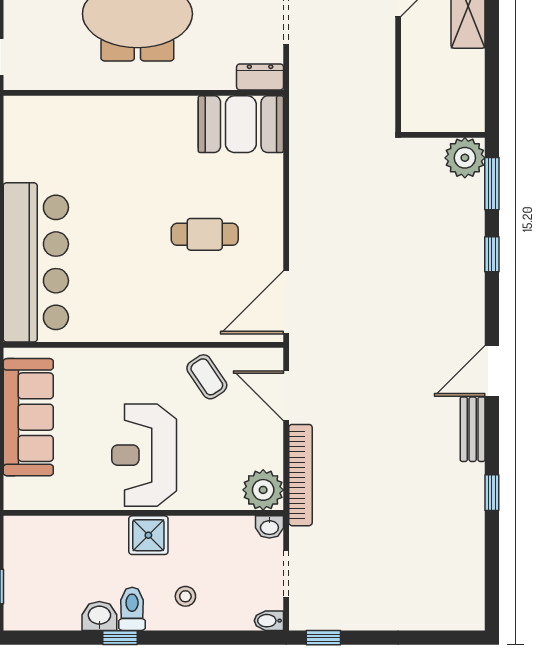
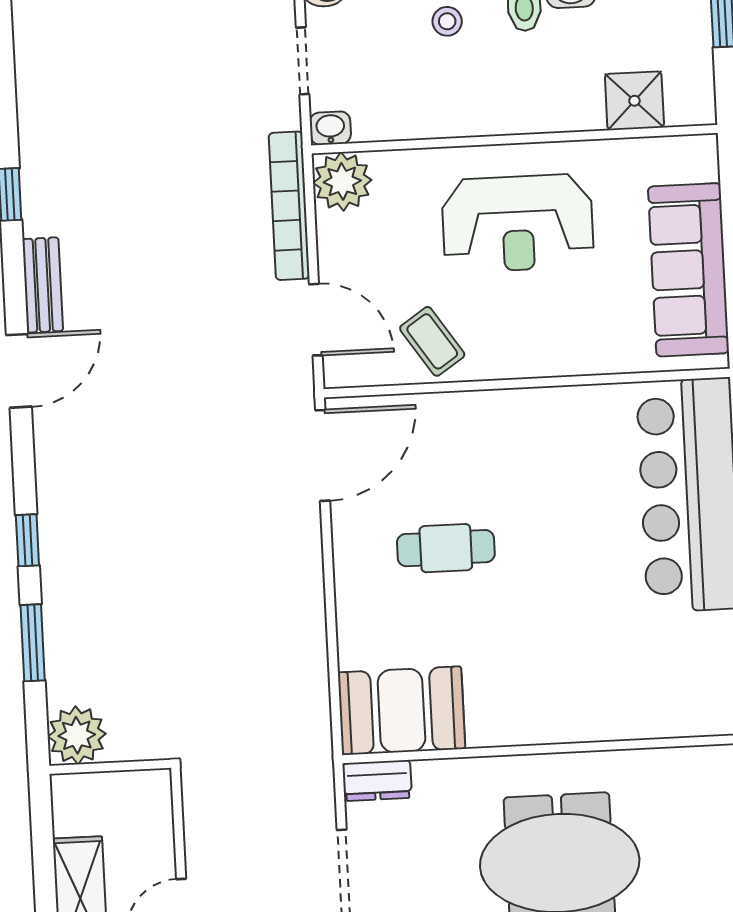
wall: (443, 135) -> (110, 767), moved
plant: (465, 158) -> (77, 735), moved
reception desk: (144, 455) -> (518, 223), turned 90
shower: (148, 535) -> (634, 101), moved

